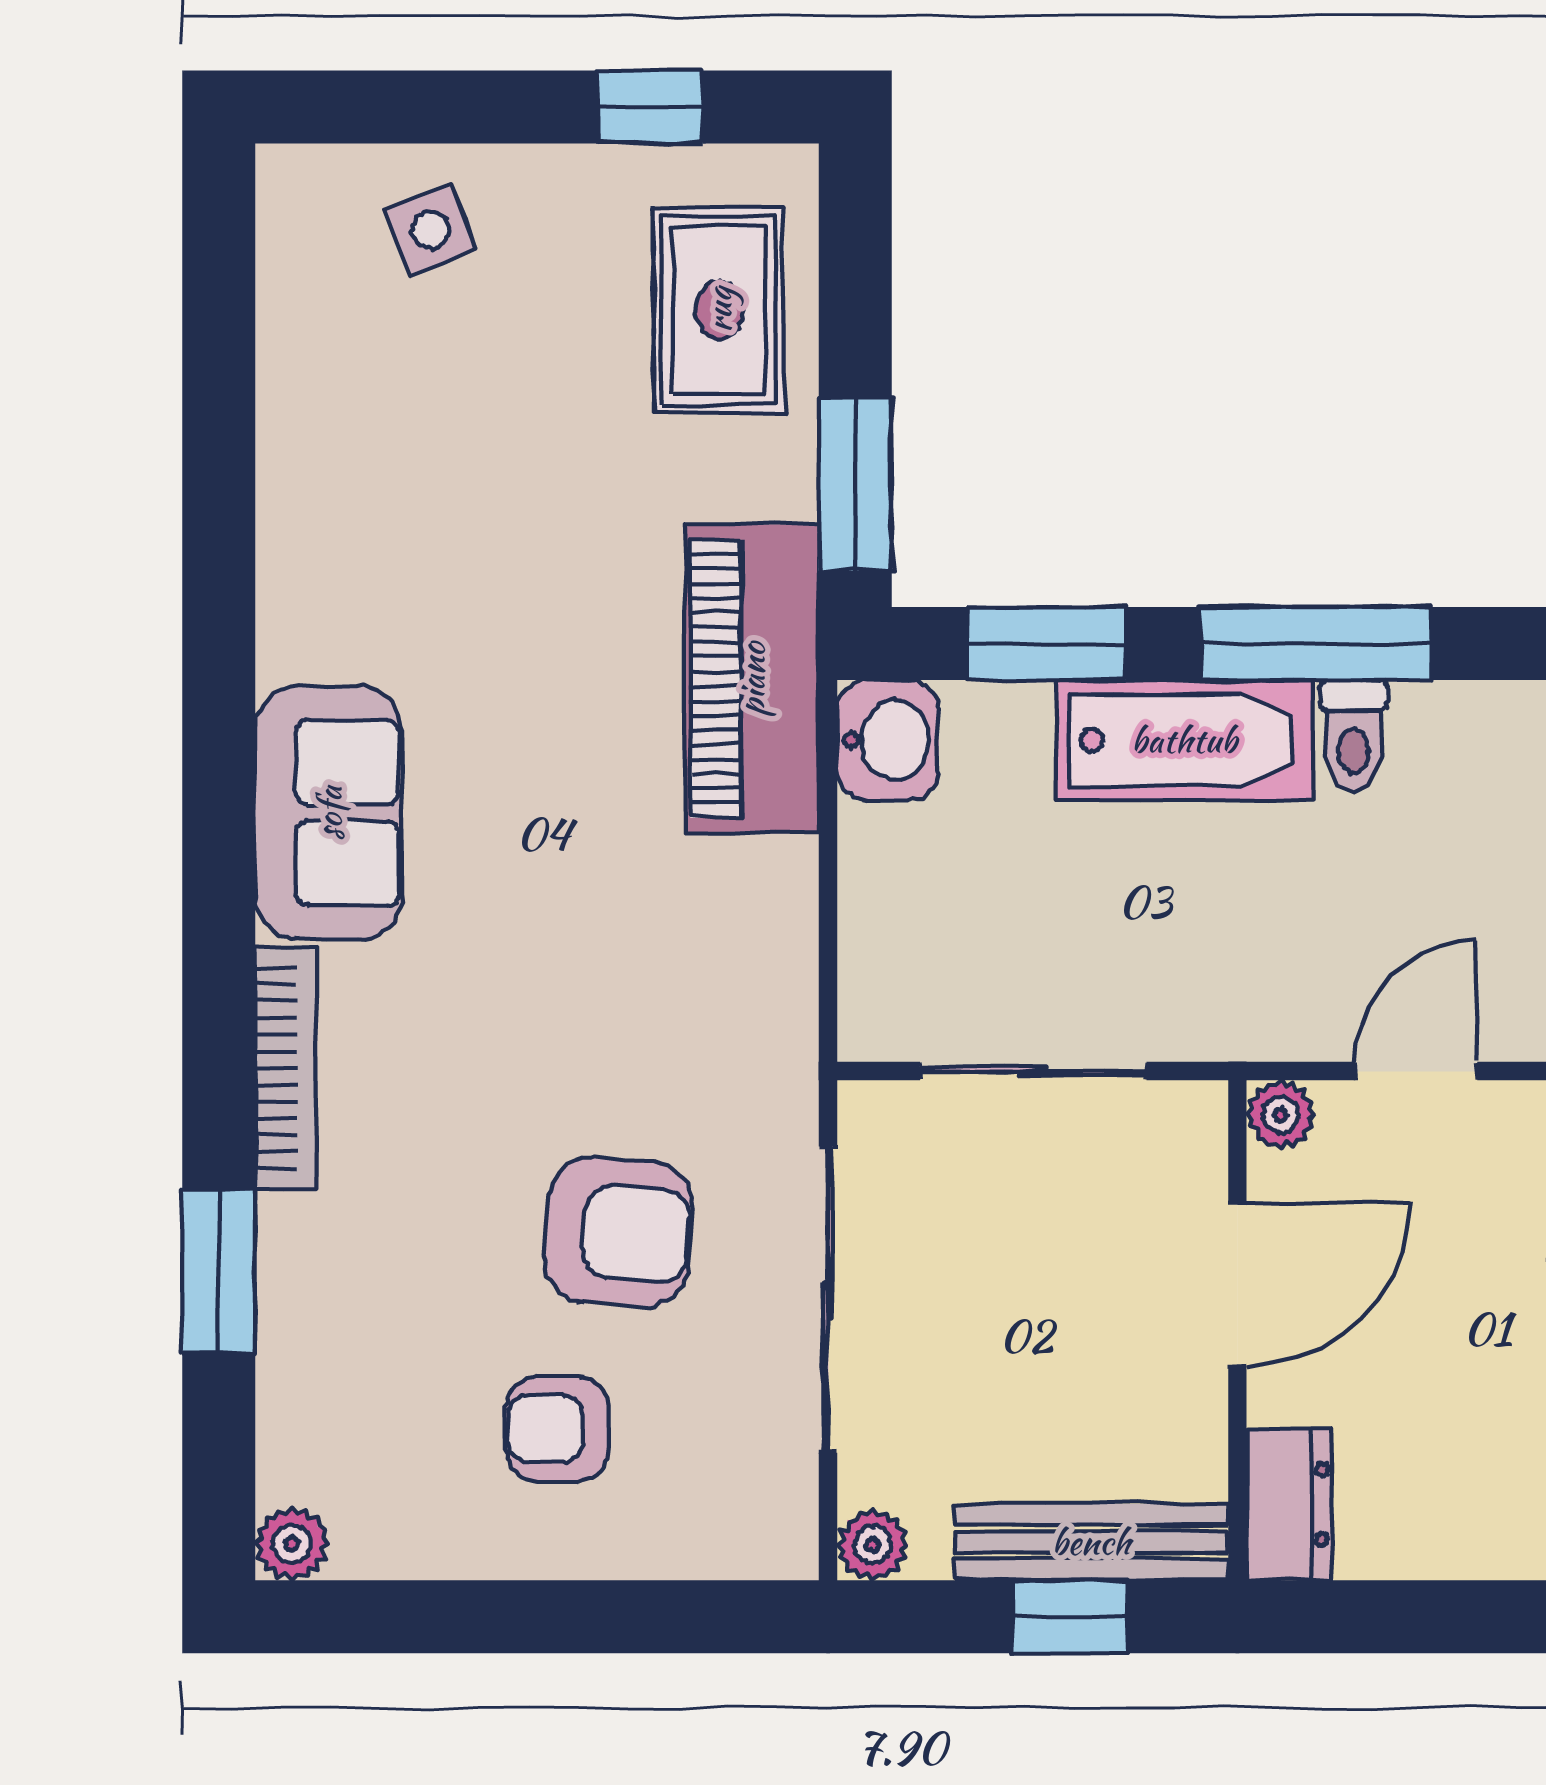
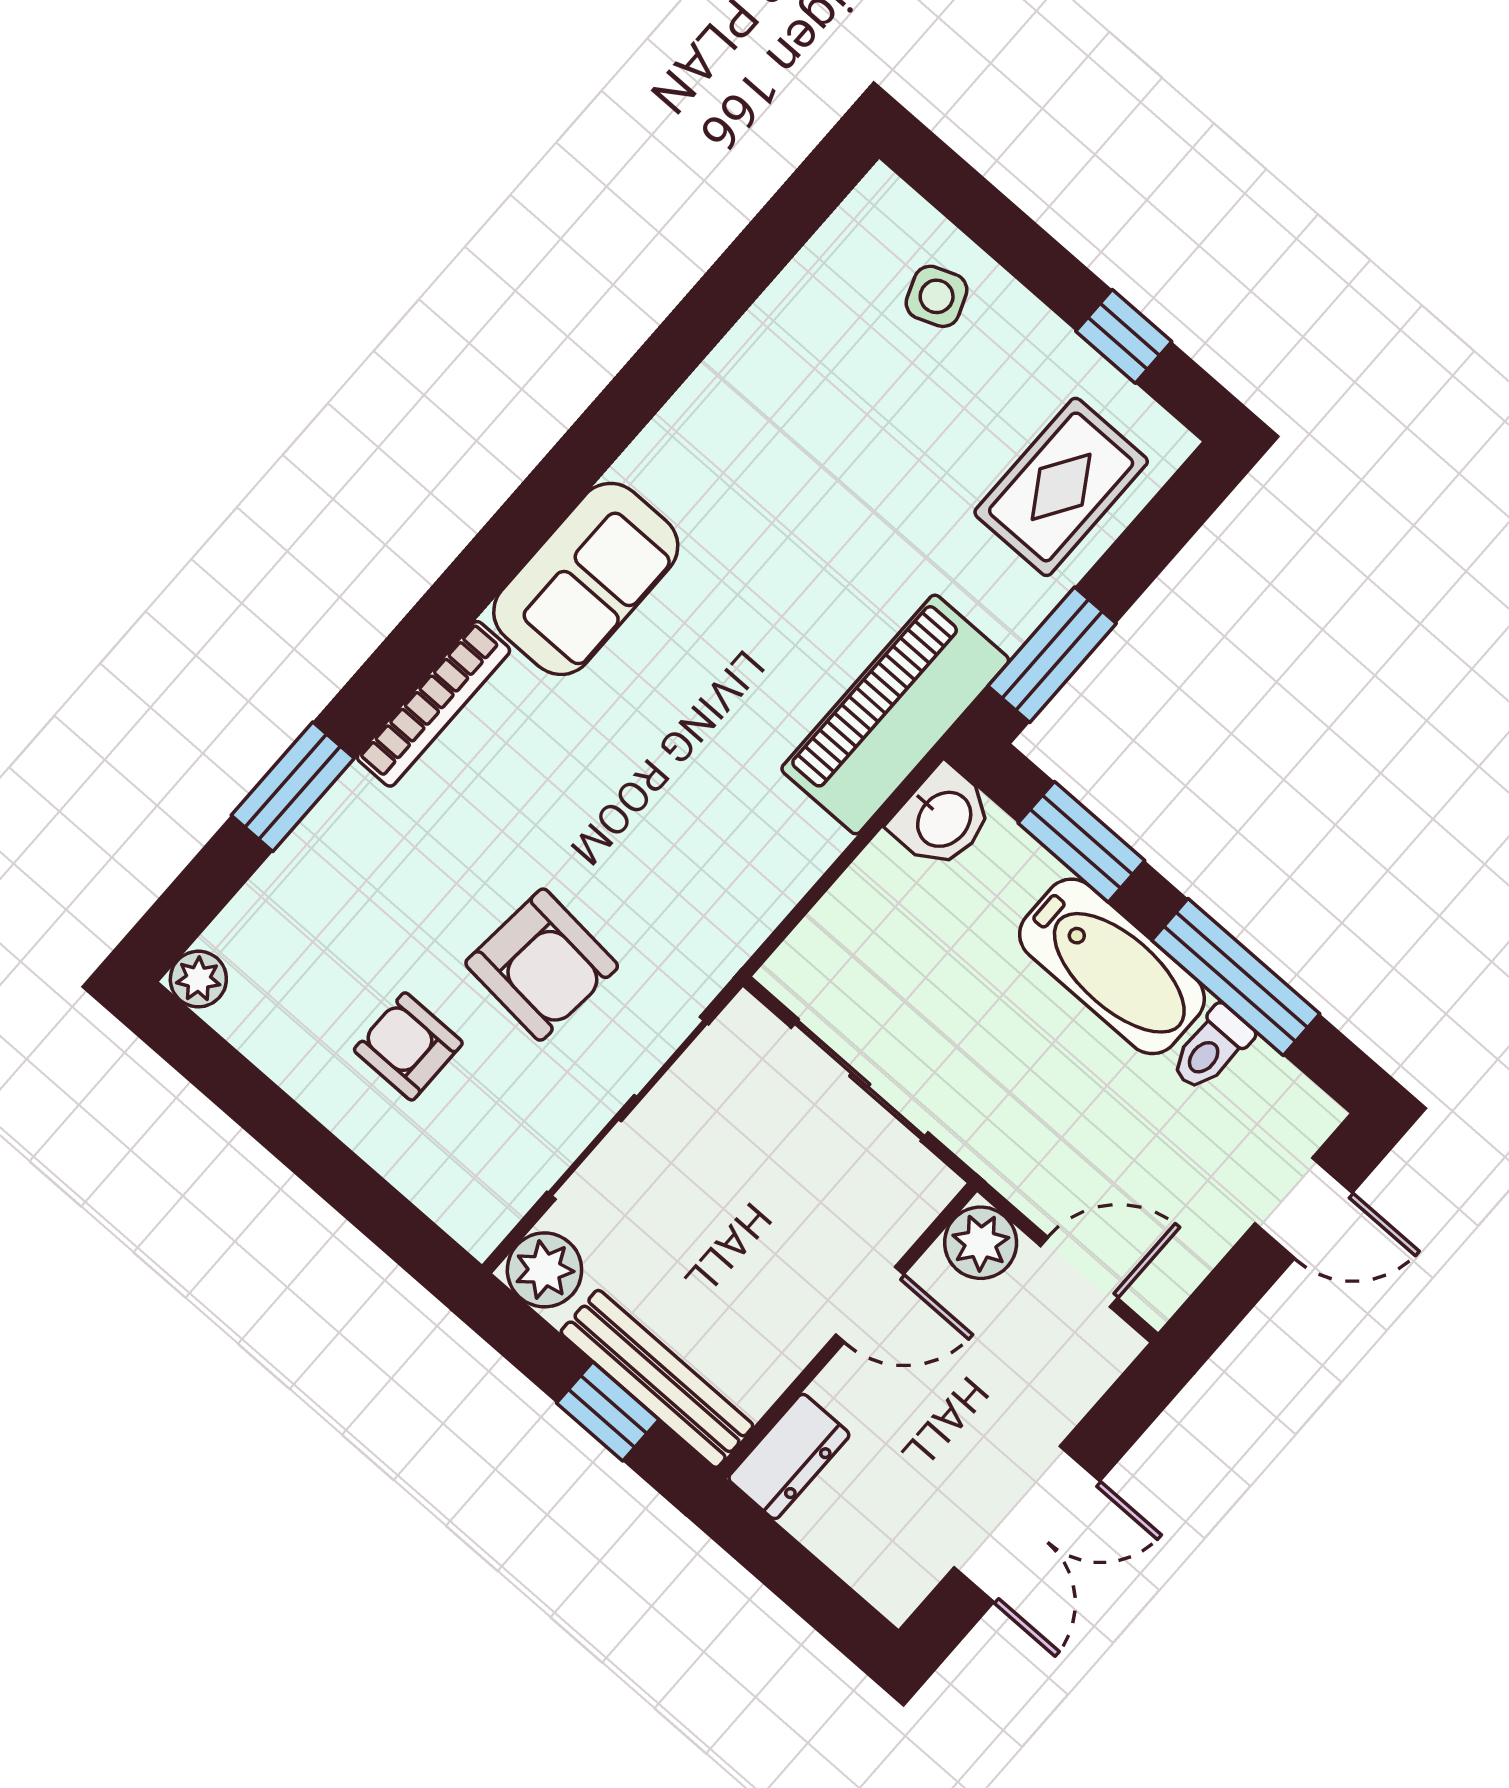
plant: (1281, 1114) -> (981, 1243), width x1.38, depth x1.38
door: (1237, 1284) -> (870, 1304), width x0.73
plant: (873, 1545) -> (544, 1270), width x1.38, depth x1.38

